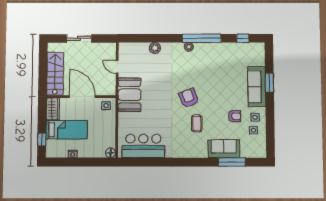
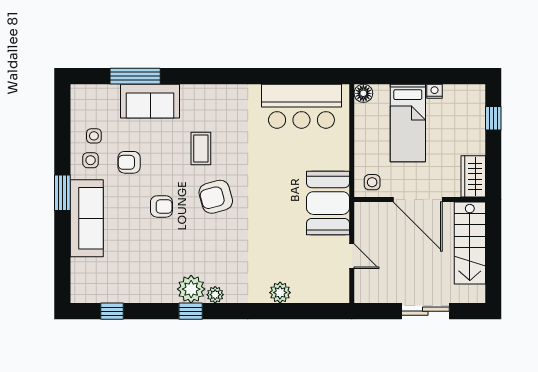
window: (202, 38) -> (191, 311), width x0.32
plant: (201, 50) -> (191, 289), added
window: (269, 83) -> (62, 193), moved
armchair: (217, 93) -> (161, 206), added
armchair: (189, 98) -> (216, 197), turned 96
bed: (67, 130) -> (408, 123), moved, turned -90

